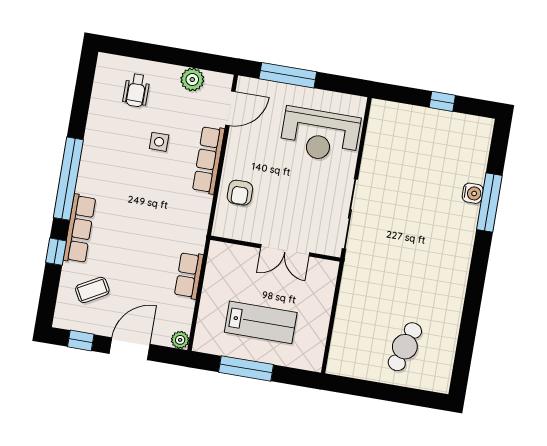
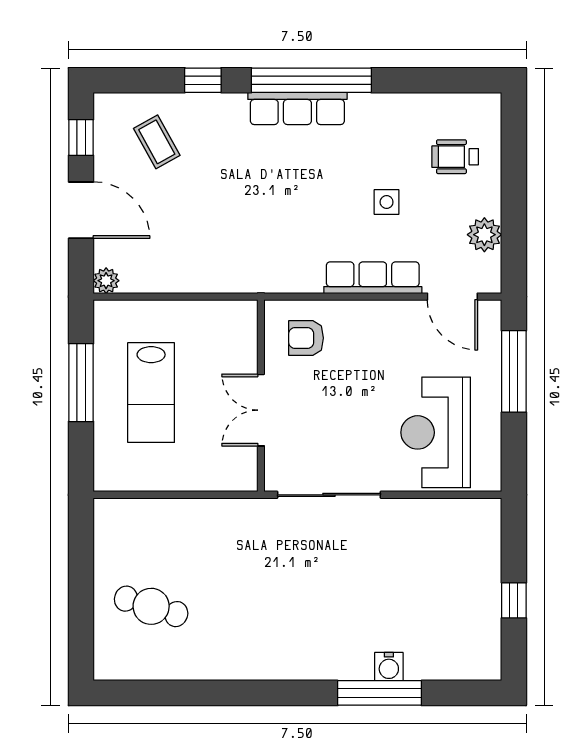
armchair: (240, 193) -> (306, 338), moved
row of seats: (79, 229) -> (297, 108), moved
row of seats: (189, 275) -> (201, 278), removed

